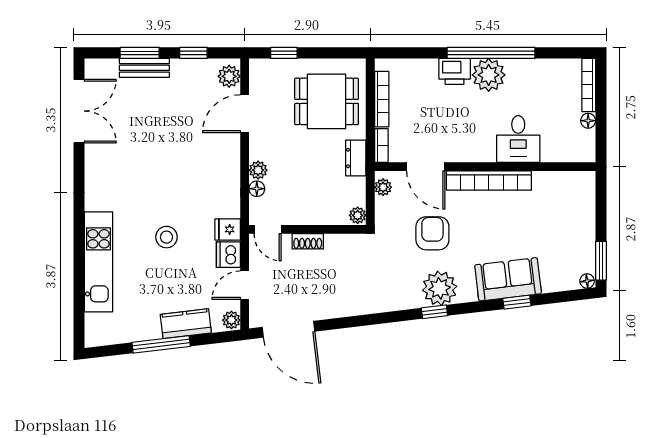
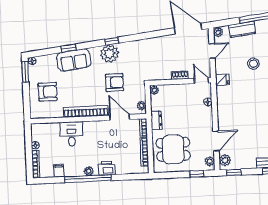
window: (193, 53) -> (234, 172), moved
filing cabinet: (546, 70) -> (59, 171), added
plant: (489, 75) -> (89, 171), width x0.53, depth x0.53
plant: (258, 170) -> (210, 161), moved
armchair: (560, 221) -> (48, 92), added
armchair: (432, 233) -> (114, 82), turned -90
stool: (166, 237) -> (253, 64), moved
dishwasher: (228, 255) -> (221, 67), removed

